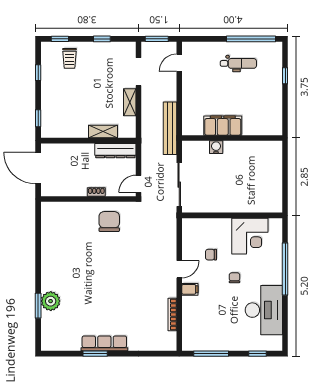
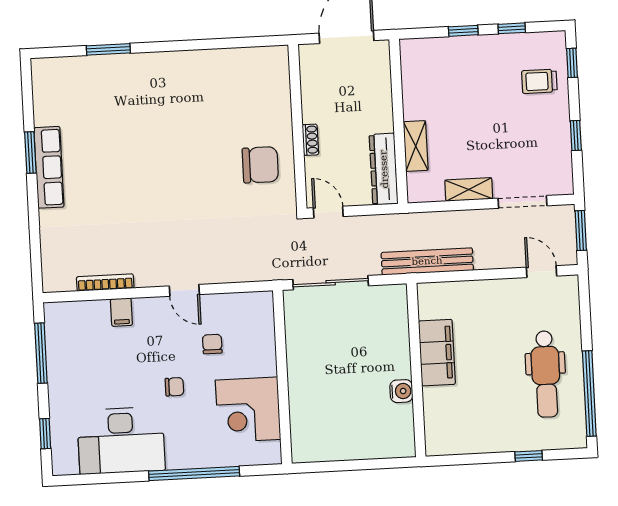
dental chair: (238, 63) -> (546, 374), width x1.36, depth x1.38
window: (38, 118) -> (463, 31), moved
water cooler: (216, 147) -> (401, 391), moved
filing cabinet: (190, 289) -> (121, 312), moved
plant: (51, 301) -> (117, 70), removed

